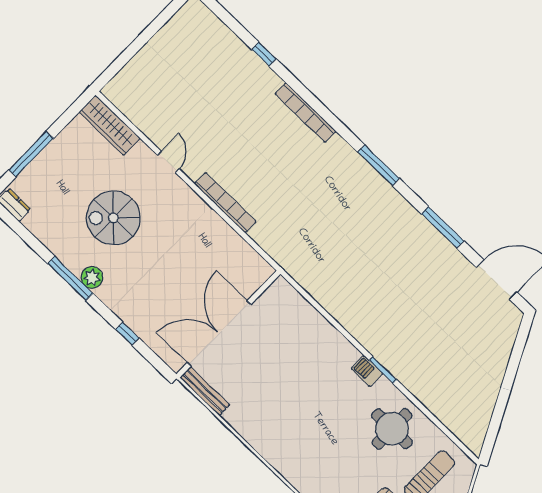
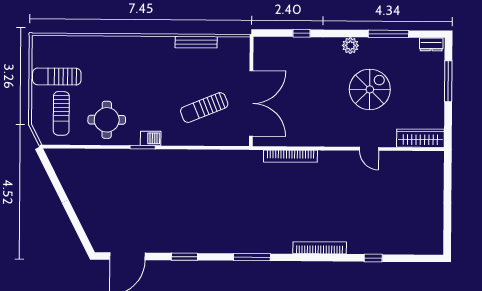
bookcase: (225, 203) -> (290, 156), moved
window: (443, 227) -> (184, 257), width x0.69
window: (70, 278) -> (388, 34), moved
double door: (219, 333) -> (251, 103), moved
sun lounger: (288, 351) -> (204, 108), added
bench: (205, 391) -> (196, 42), moved

